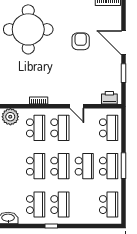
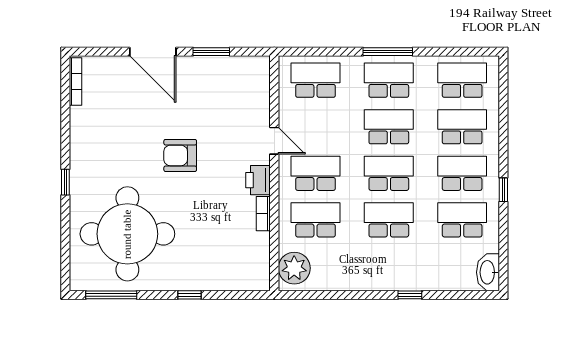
armchair: (81, 41) -> (180, 155), moved
door: (124, 43) -> (153, 52), hinge flipped
printer: (109, 98) -> (258, 180), moved
door: (77, 106) -> (274, 141), hinge flipped
school desk: (84, 205) -> (462, 127), added

